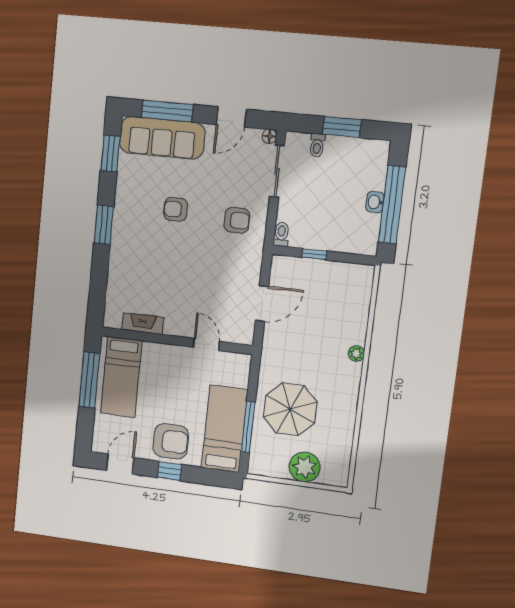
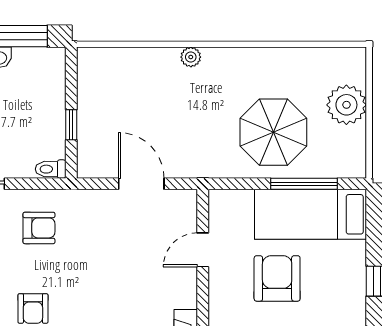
armchair: (237, 220) -> (39, 228), turned 90
armchair: (171, 441) -> (277, 278), moved

